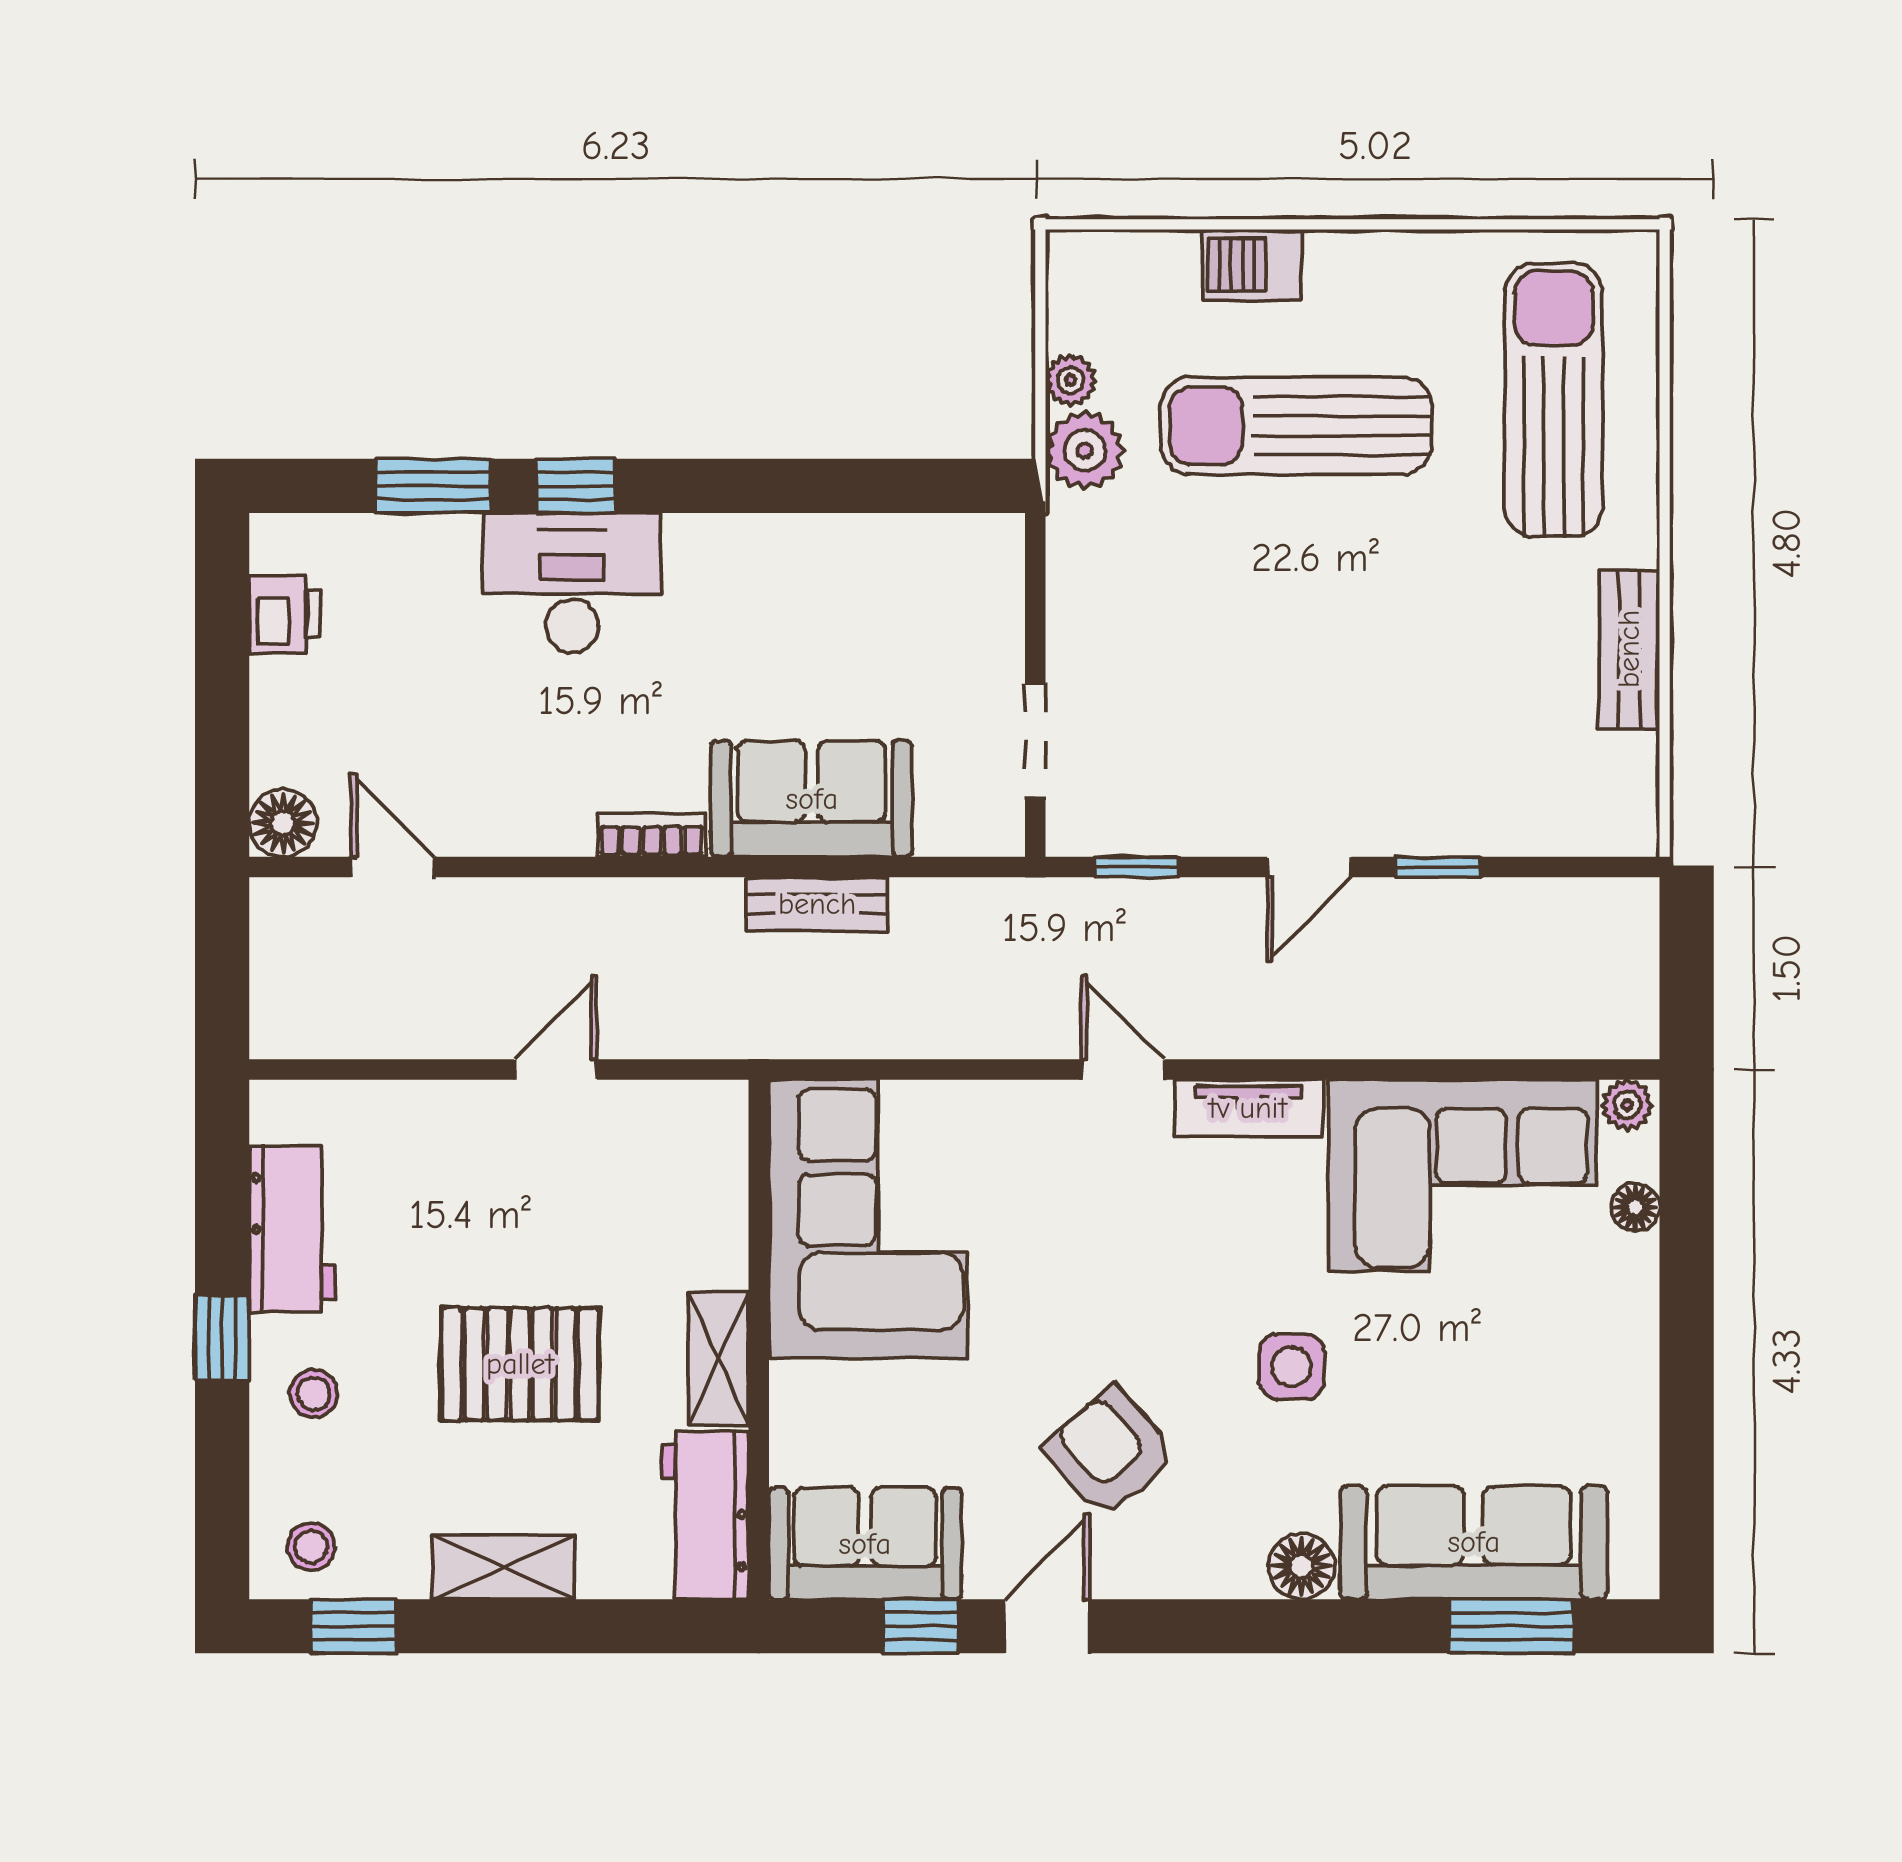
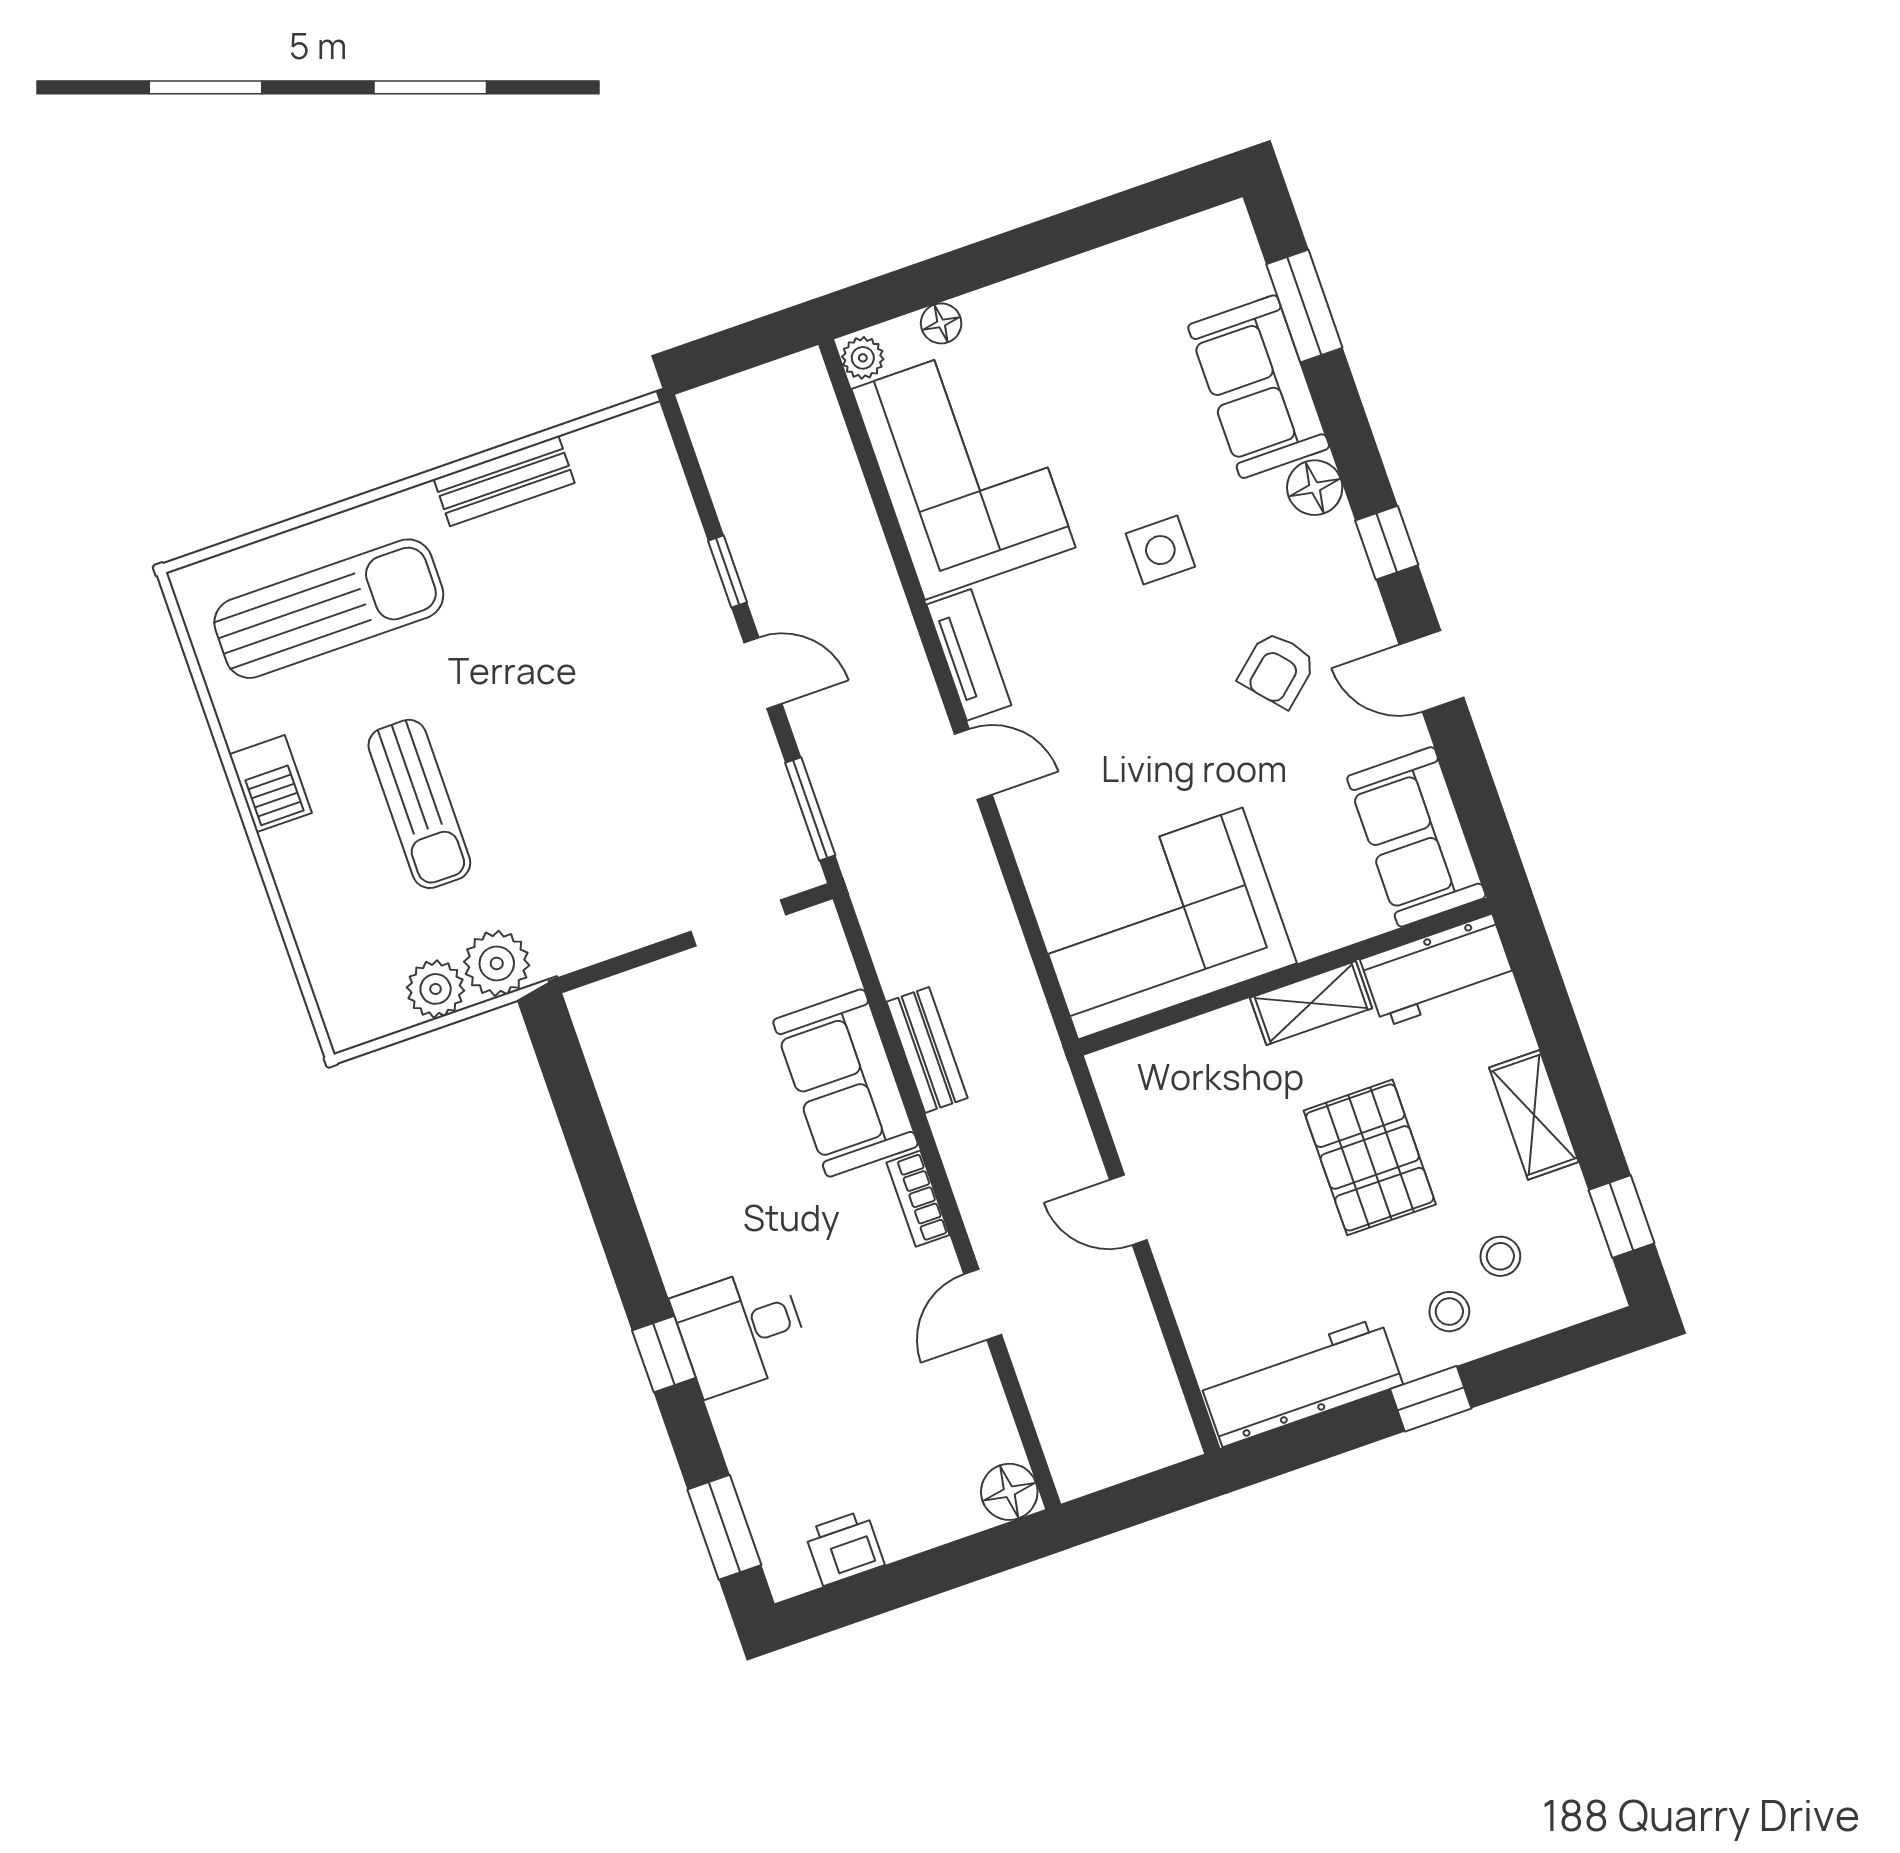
barbecue: (1252, 265) -> (270, 784), moved
plant: (1071, 380) -> (436, 989), width x1.38, depth x1.38
sun lounger: (1554, 400) -> (329, 609), turned 180
sun lounger: (1296, 426) -> (419, 804), width x0.73, depth x0.75
window: (434, 486) -> (724, 1527), moved
desk: (572, 583) -> (741, 1330), width x0.73
door: (393, 867) -> (983, 1304), moved
window: (1136, 867) -> (810, 809), width x1.50
door: (1123, 1070) -> (973, 764), swing flipped
workbench: (292, 1229) -> (1301, 1382), width x1.38
armchair: (1110, 1452) -> (1277, 670), width x0.72, depth x0.72
sofa: (1474, 1542) -> (1259, 387), width x0.73
stool: (311, 1547) -> (1500, 1256), moved
window: (920, 1626) -> (1387, 543), moved

